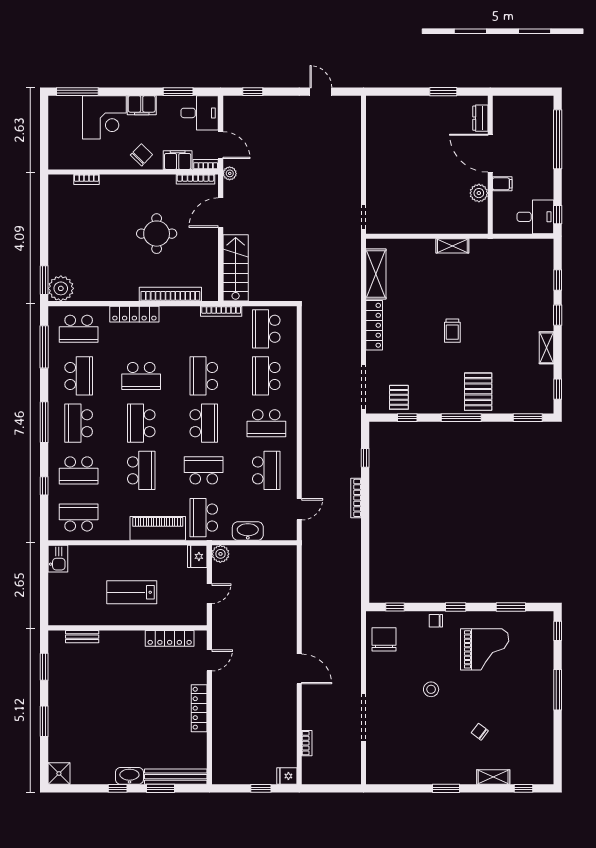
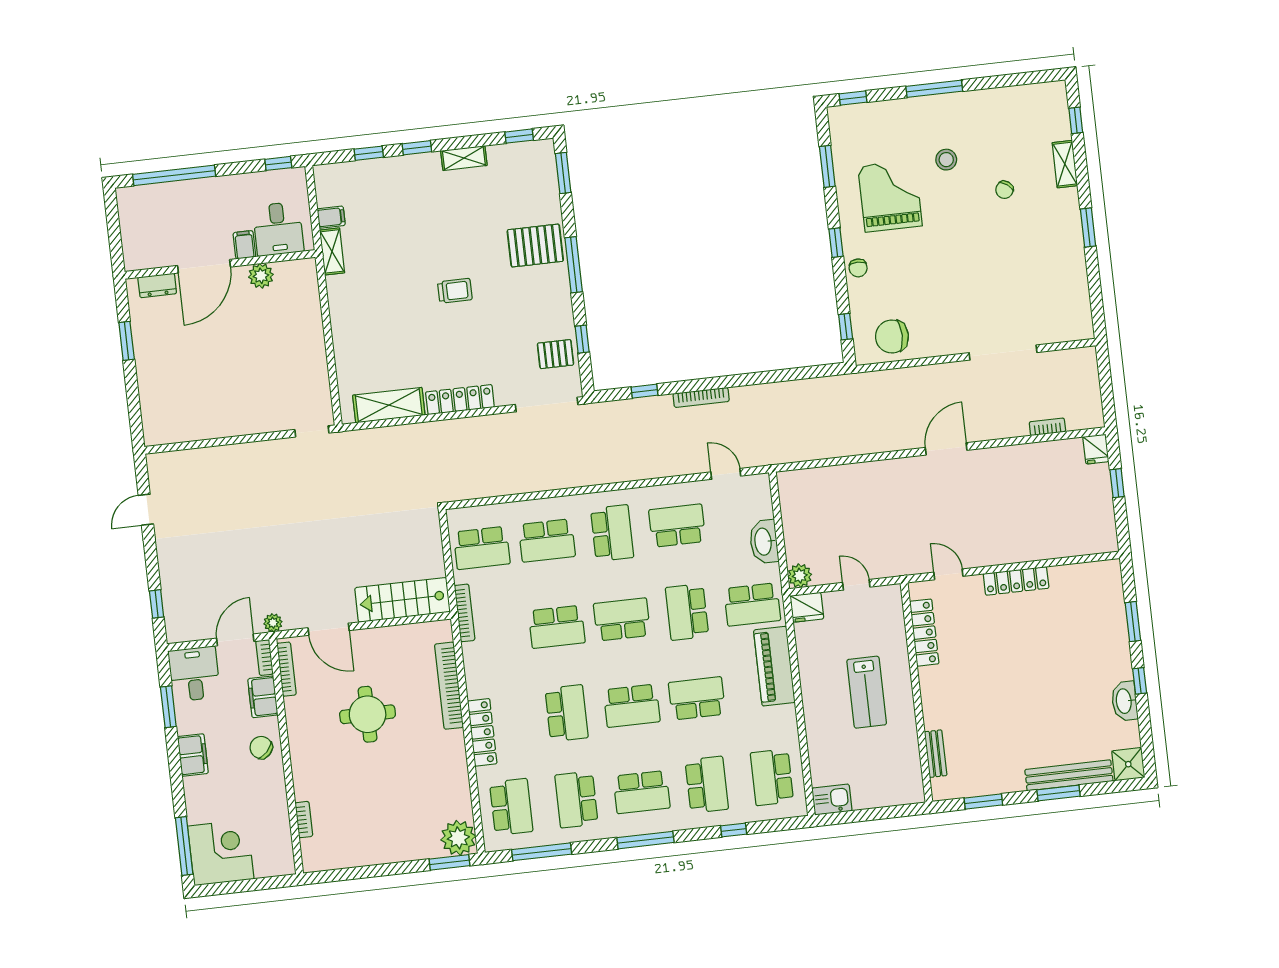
corner desk: (104, 117) -> (221, 853), moved
desk: (535, 217) -> (278, 229), moved, turned 180
shelving: (452, 246) -> (332, 251), moved
filing cabinet: (515, 248) -> (331, 217), added
school desk: (79, 376) -> (576, 800), turned -90
stool: (431, 689) -> (946, 160), moved
washbasin: (129, 776) -> (1124, 701), moved
bench: (176, 777) -> (1069, 775), moved, turned 90

